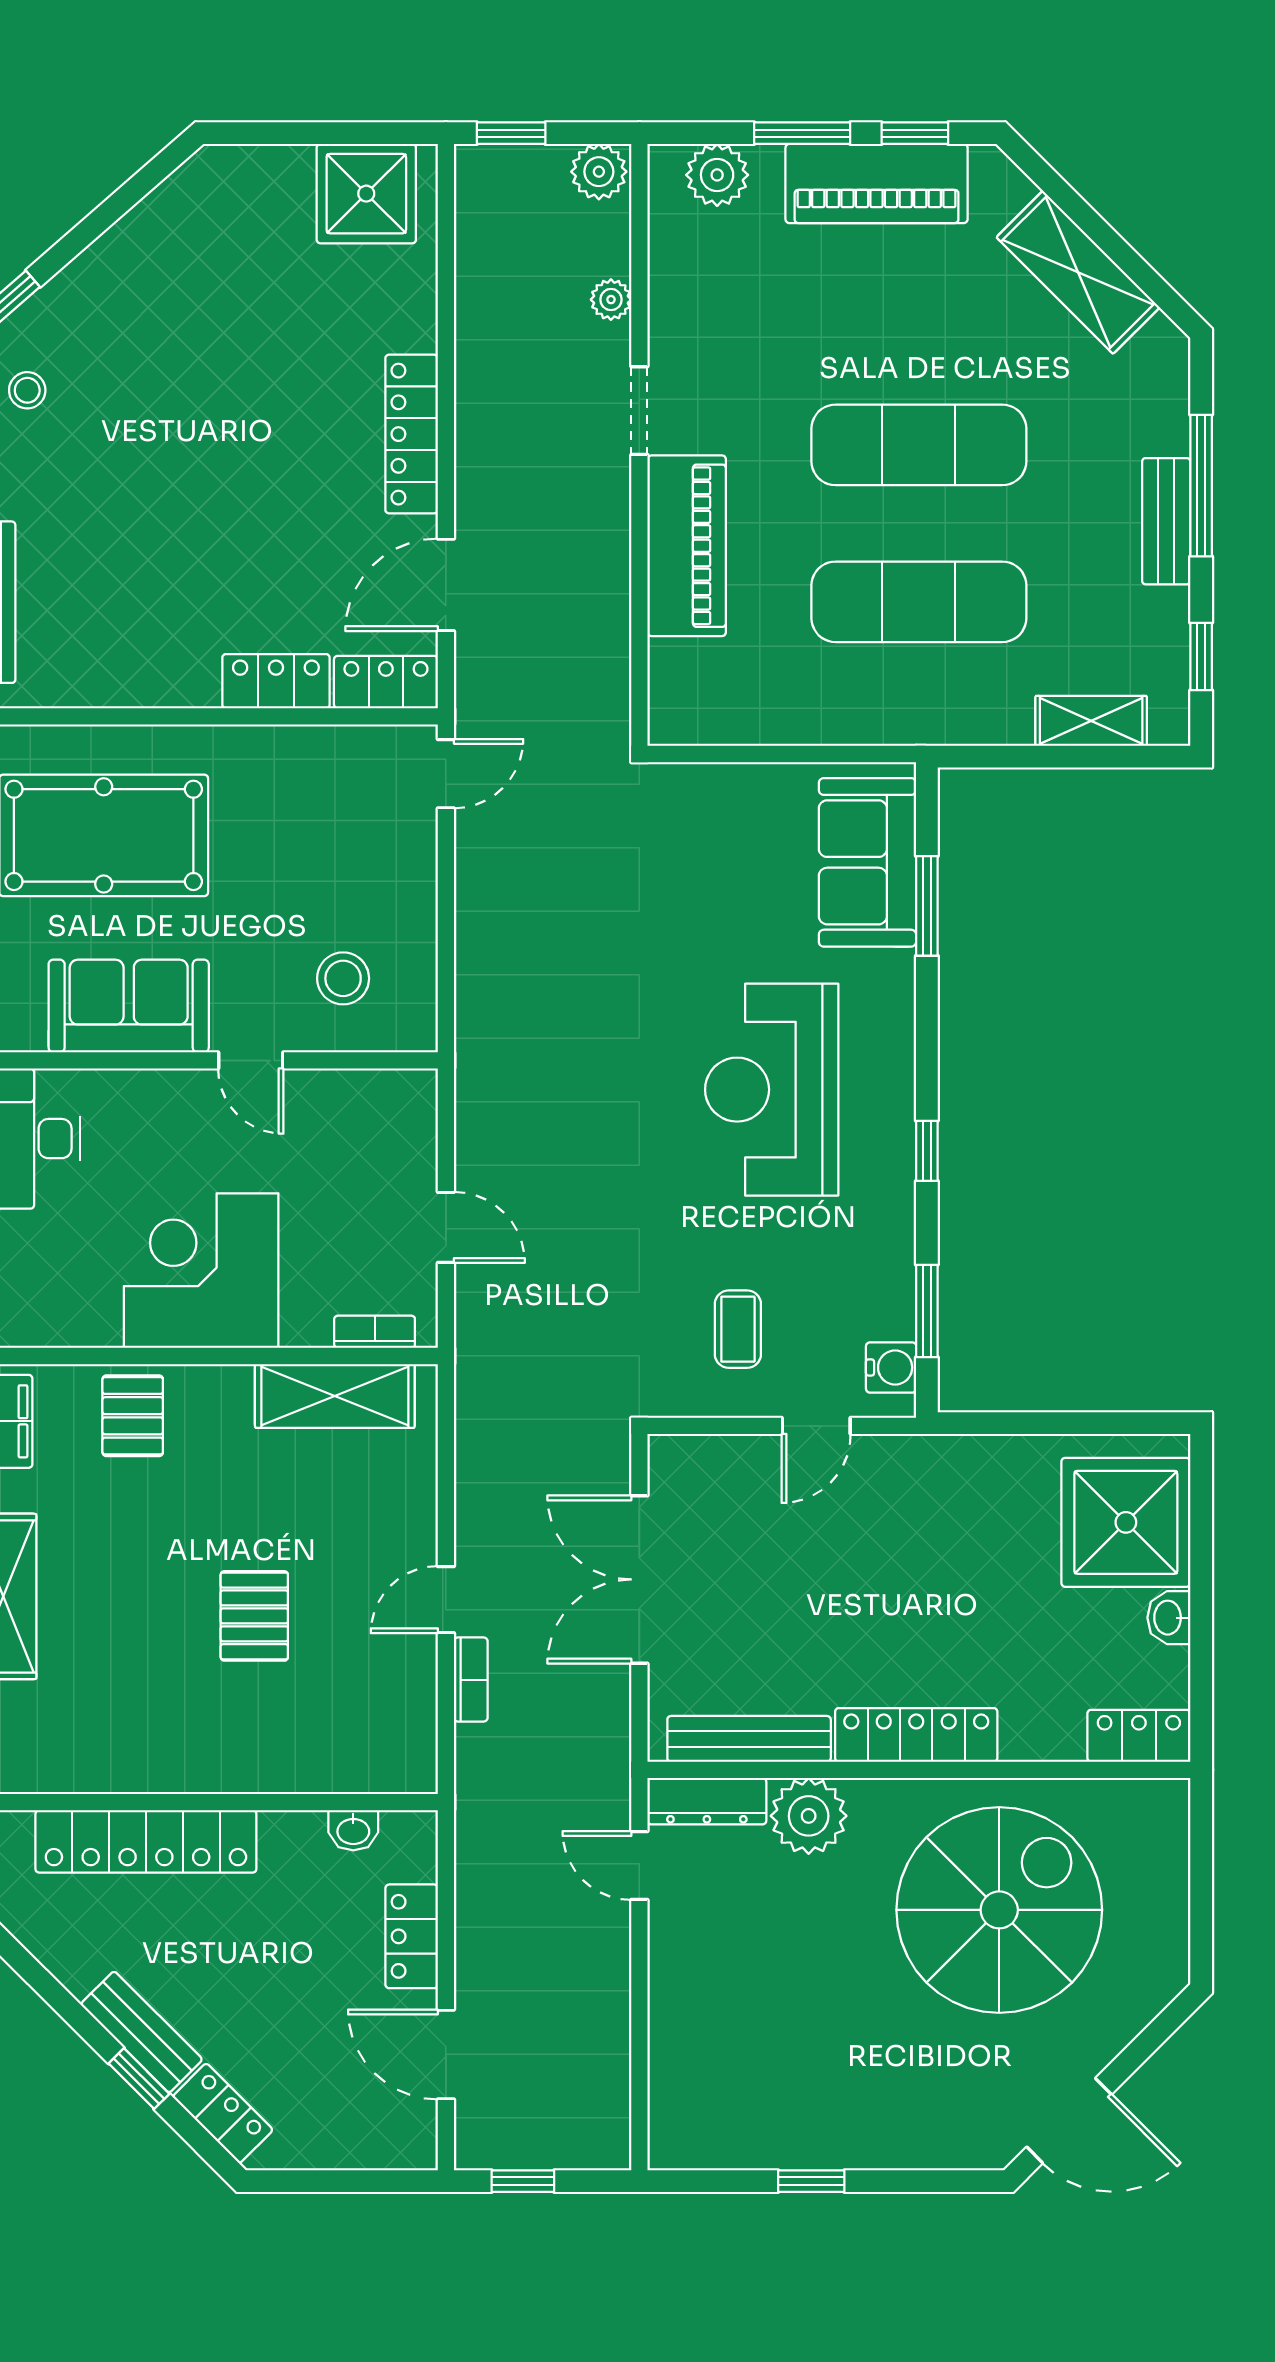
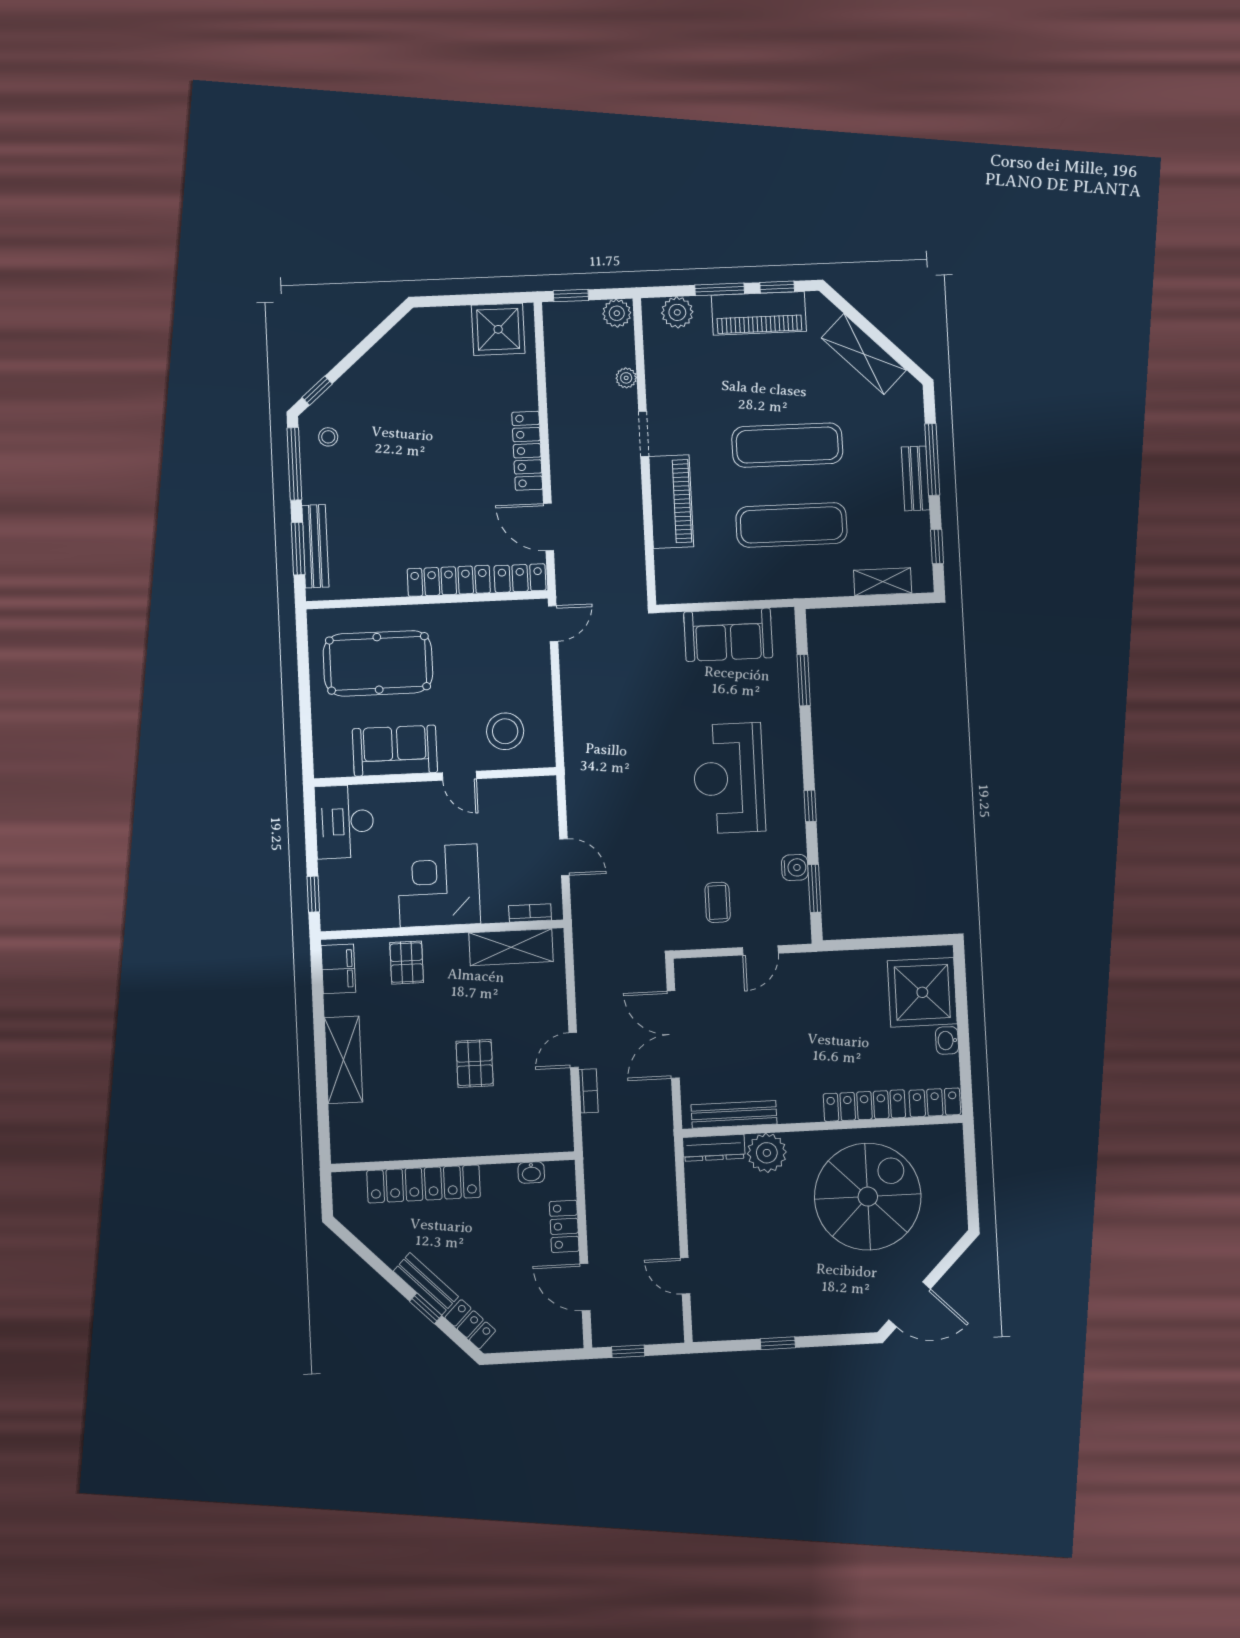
door: (446, 585) -> (549, 527), hinge flipped
locker: (276, 681) -> (449, 581), width x1.53
sofa: (867, 862) -> (728, 635), moved, turned -90
stool: (343, 978) -> (505, 731), width x1.38, depth x1.38
water cooler: (891, 1367) -> (795, 868), moved
locker: (916, 1735) -> (864, 1106), moved
door: (639, 1866) -> (685, 1276), moved

